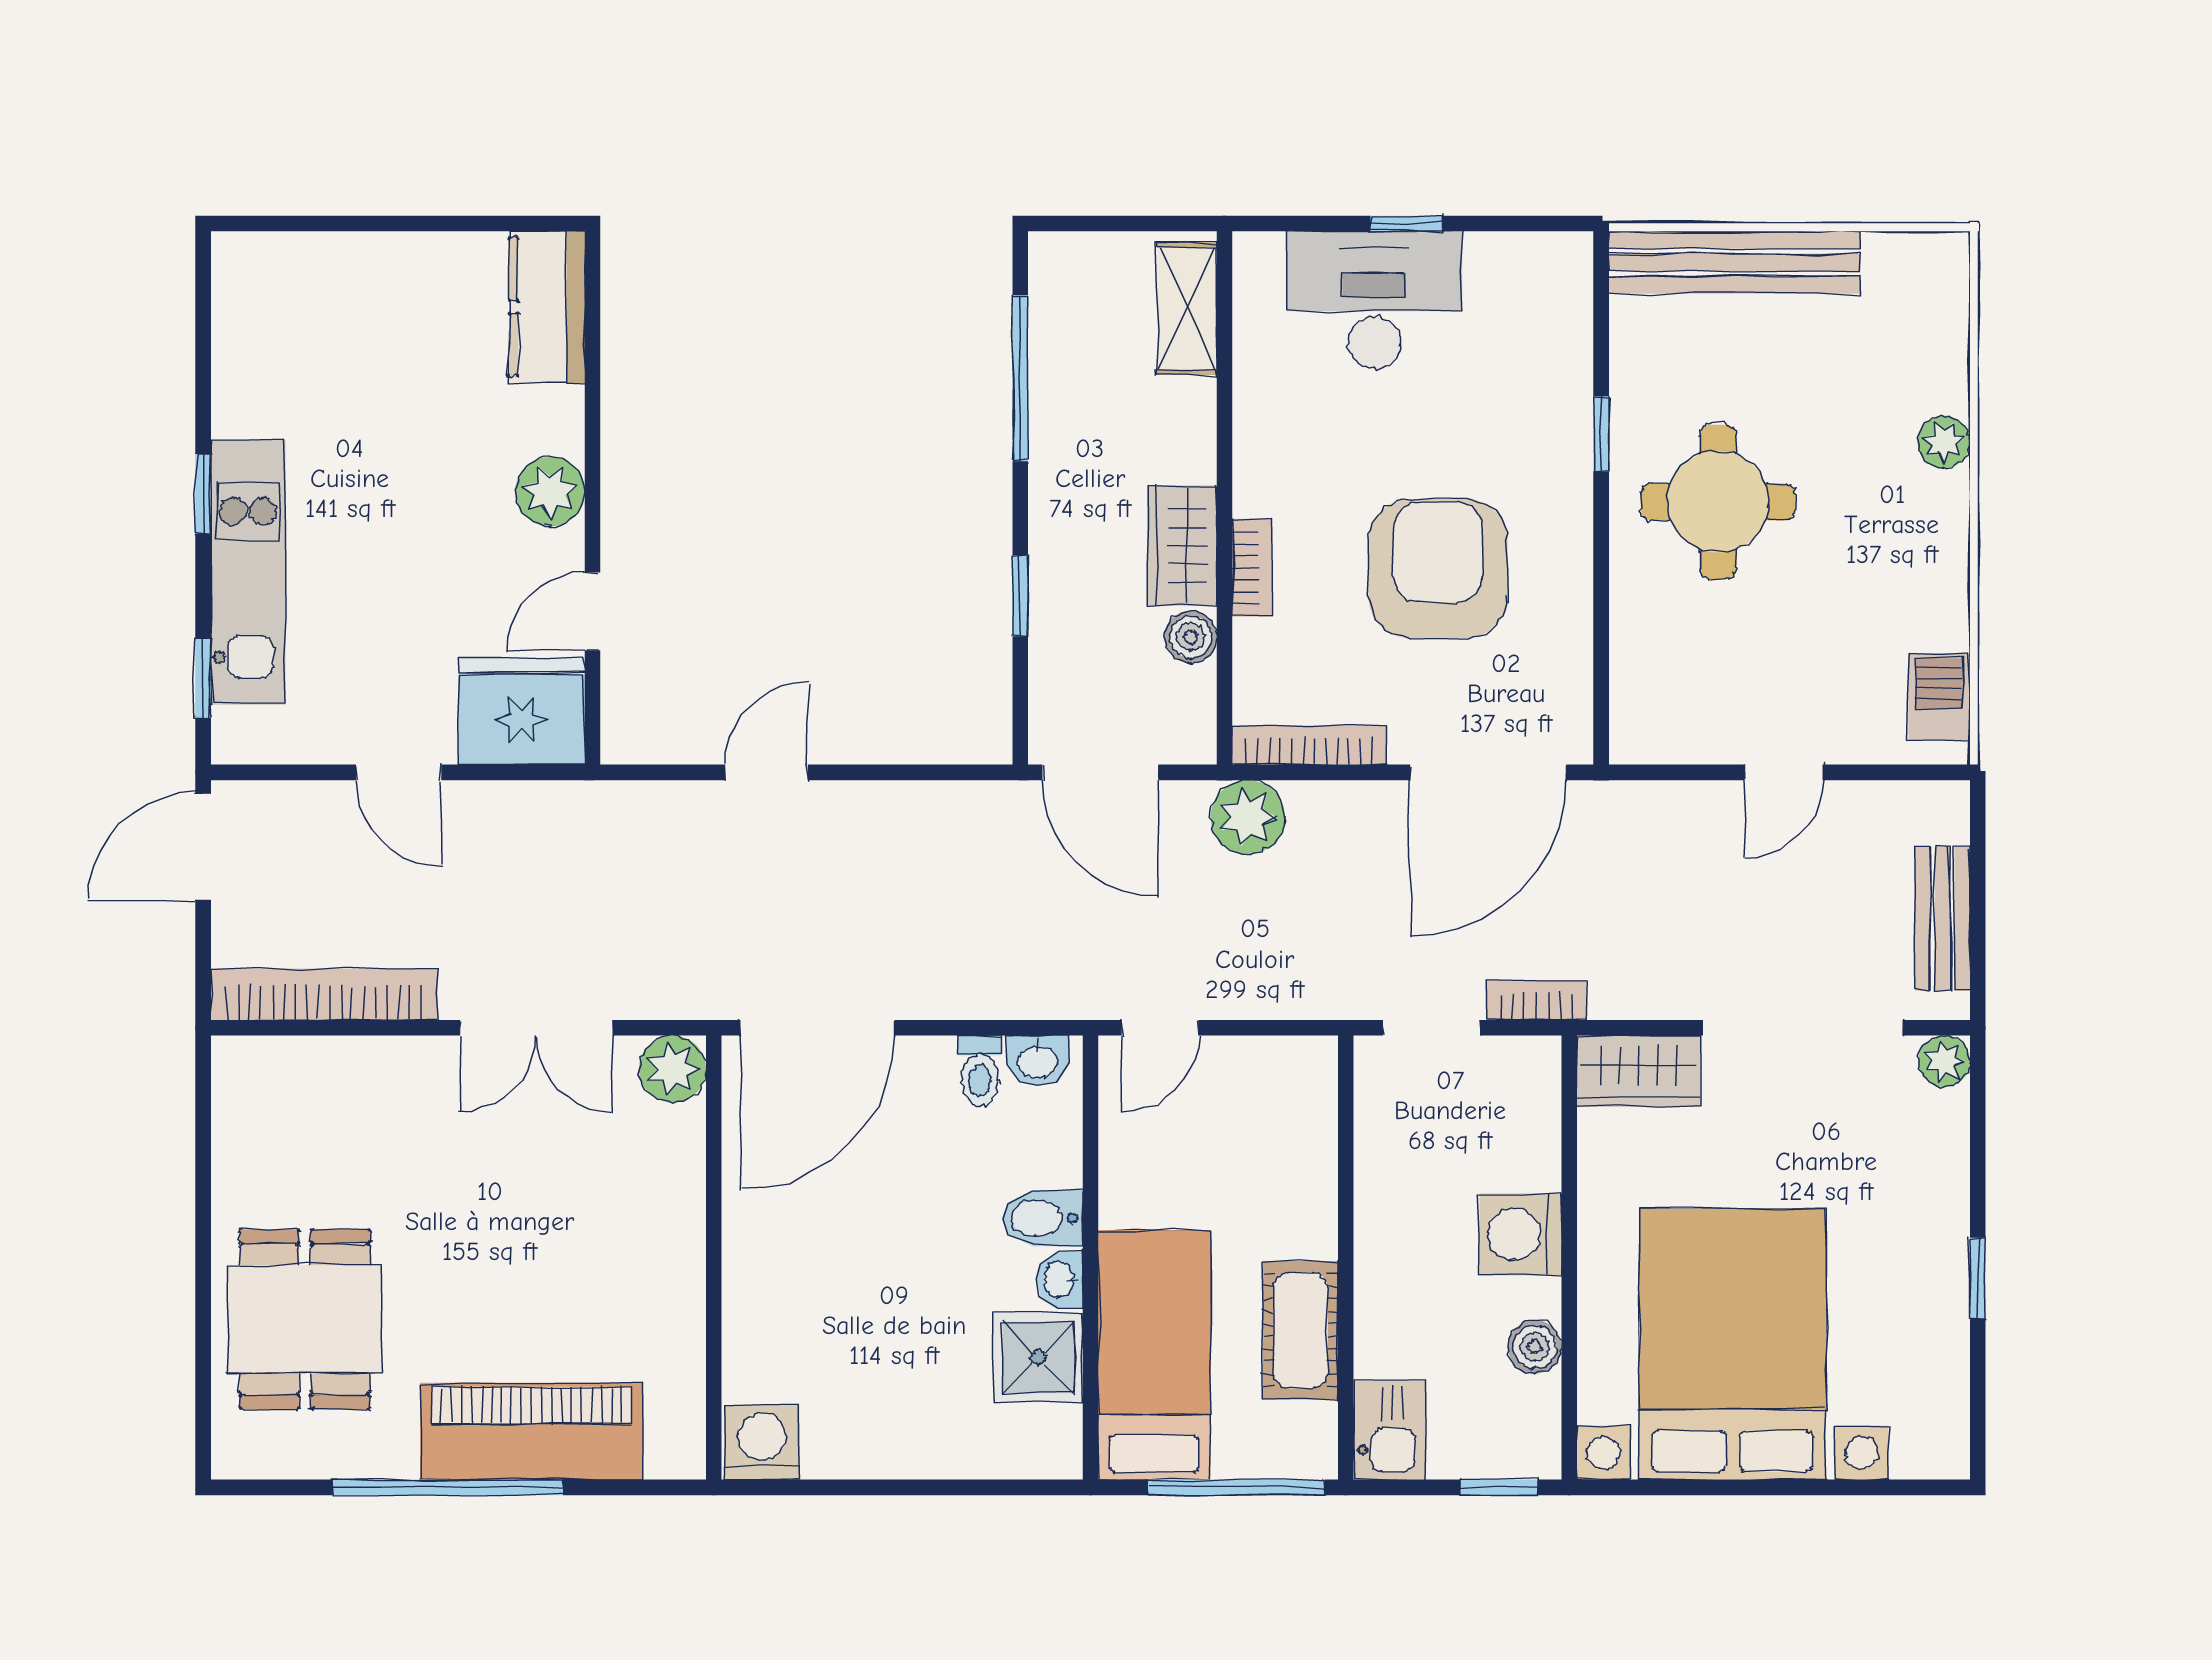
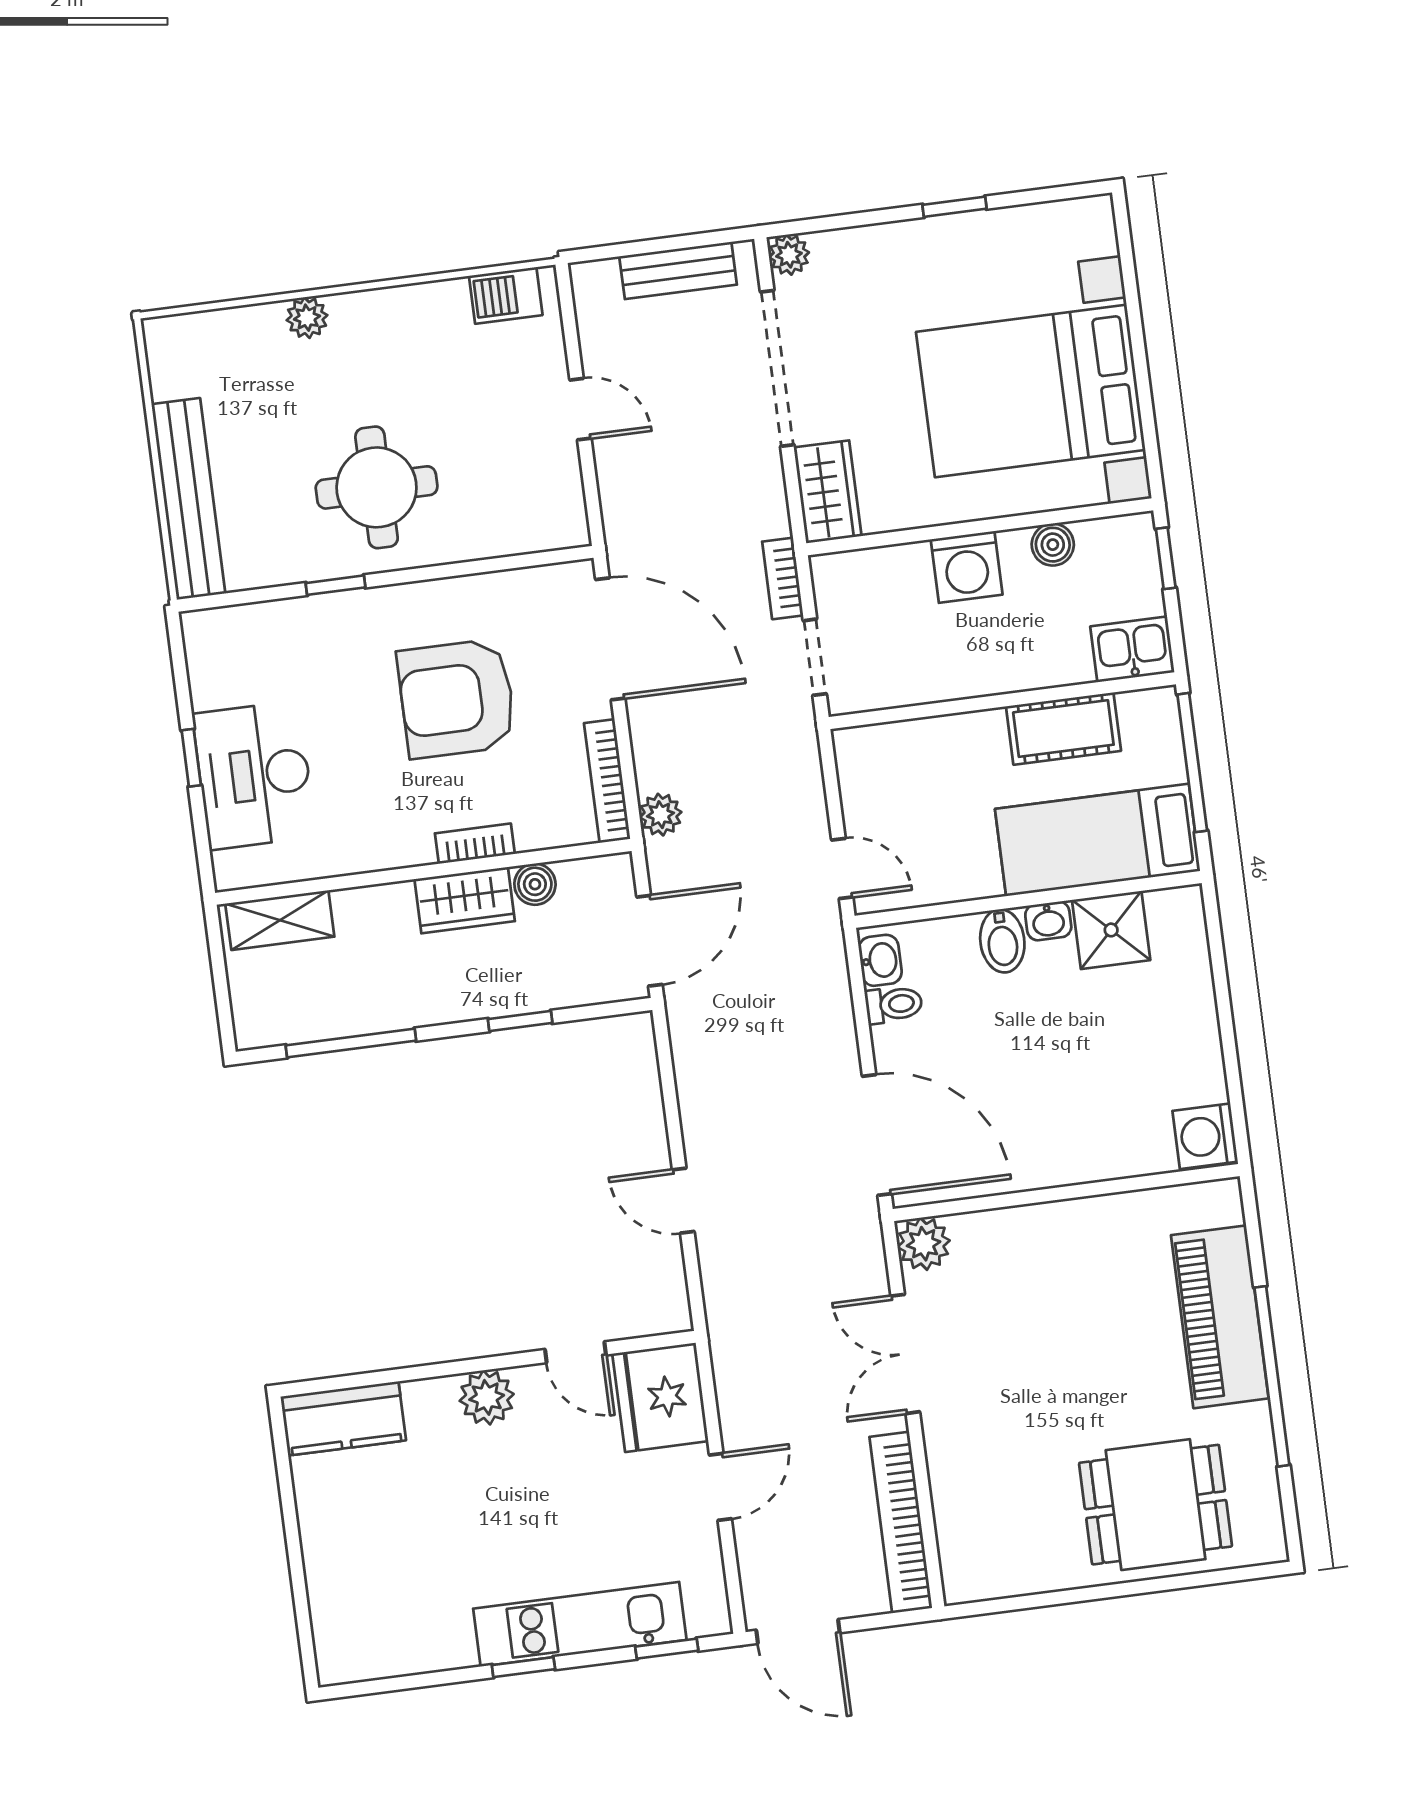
plant: (1248, 817) -> (661, 815), width x0.73, depth x0.73
double door: (536, 1028) -> (905, 1354), swing flipped

